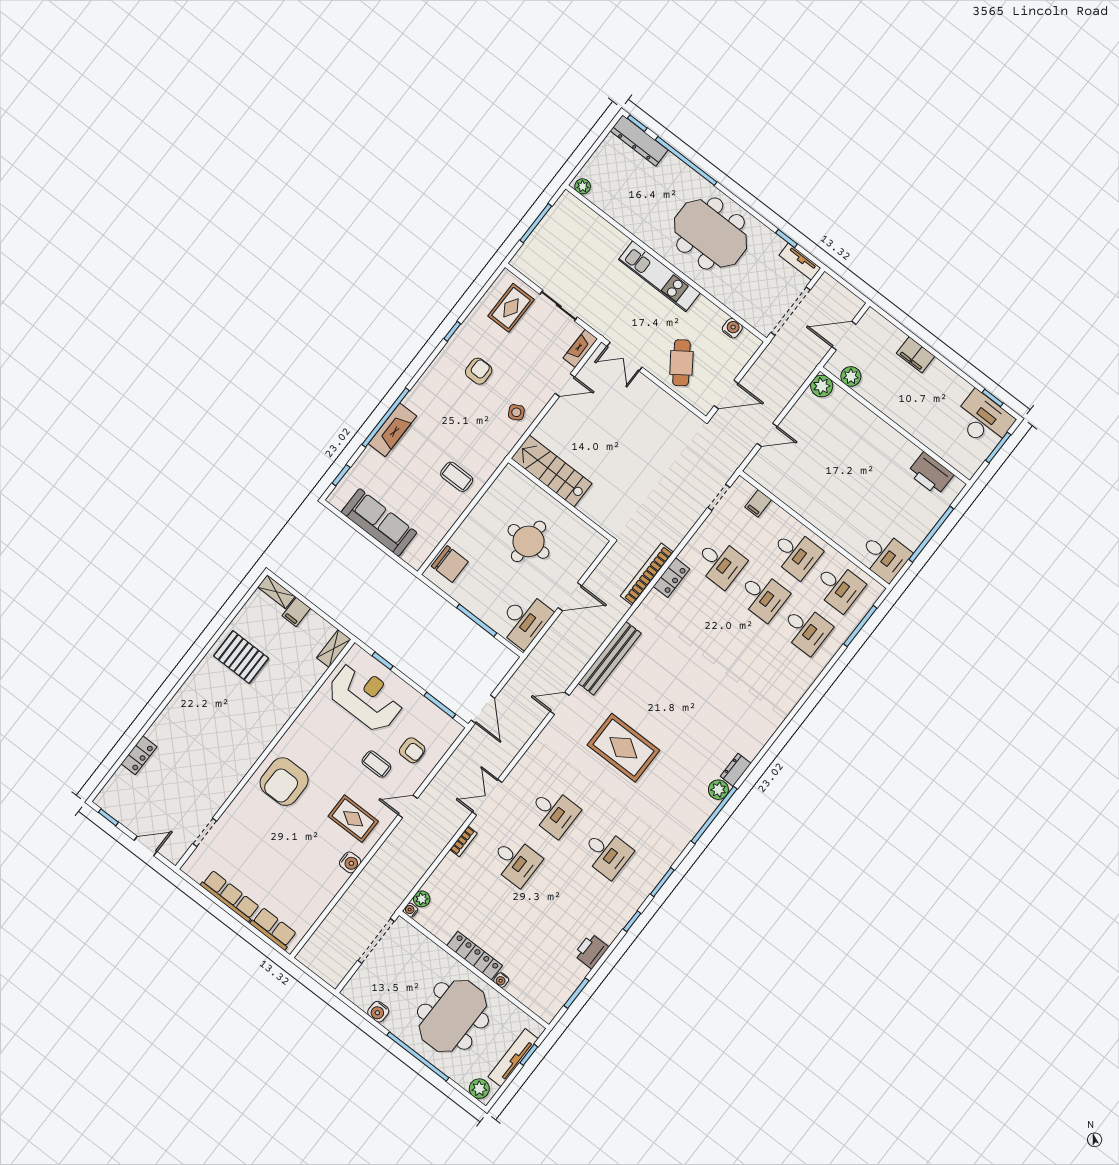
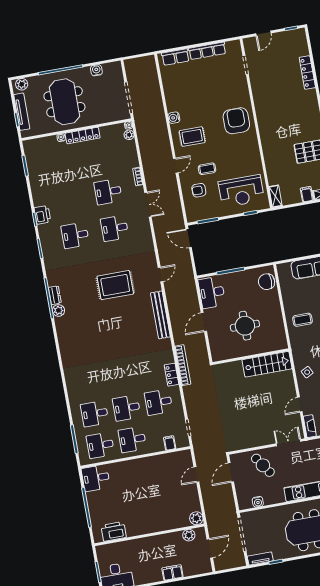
locker: (139, 755) -> (307, 72), width x1.53
dresser: (736, 770) -> (55, 295), moved
printer: (591, 951) -> (42, 215), moved

